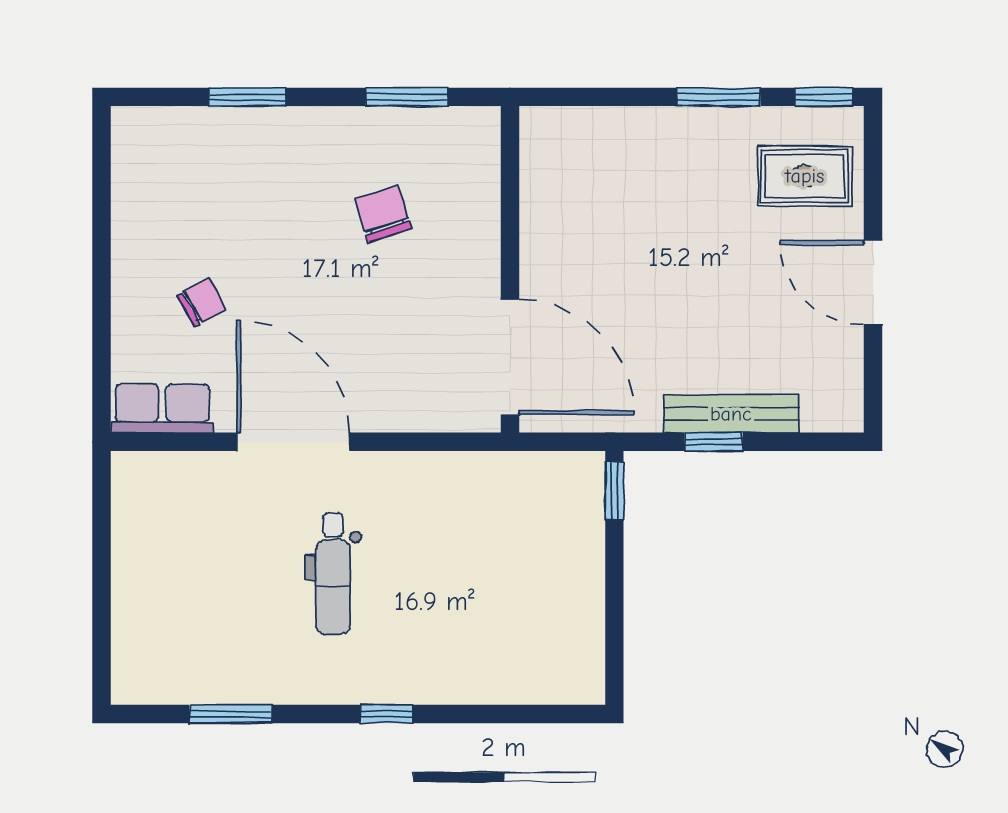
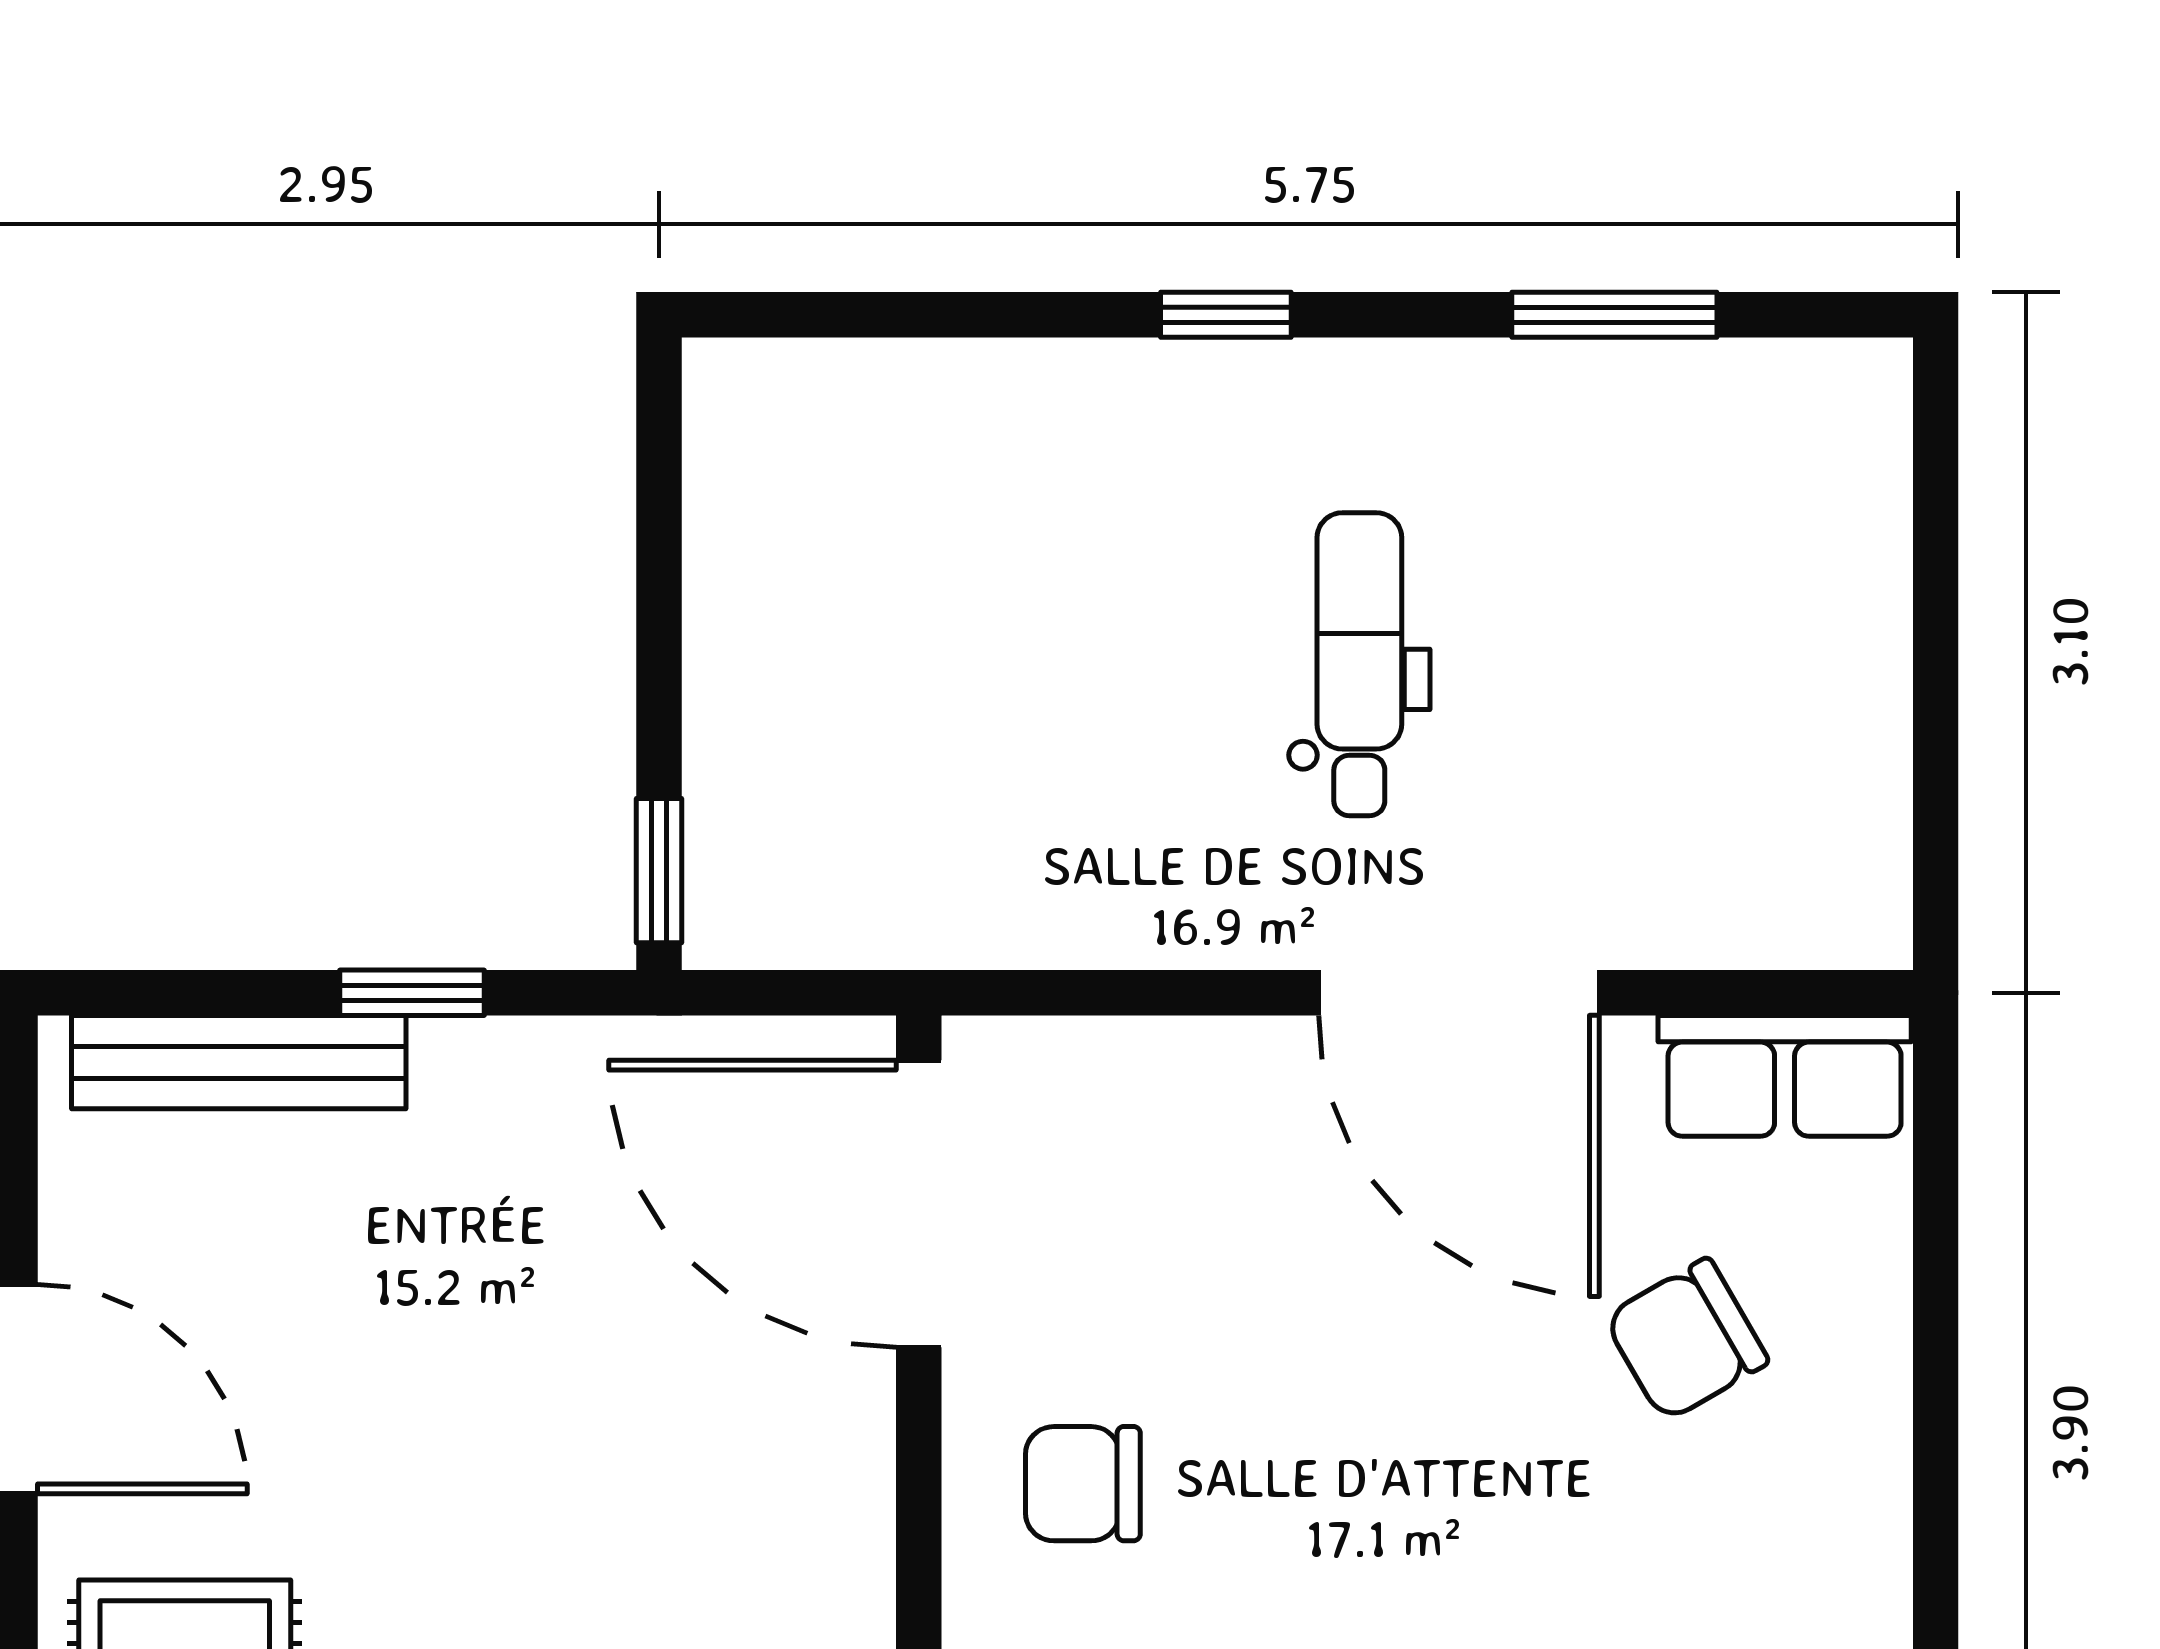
chair: (383, 214) -> (1083, 1484), moved, turned 108
chair: (202, 302) -> (1686, 1340), width x1.37, depth x1.37
bench: (731, 414) -> (239, 1062), moved

